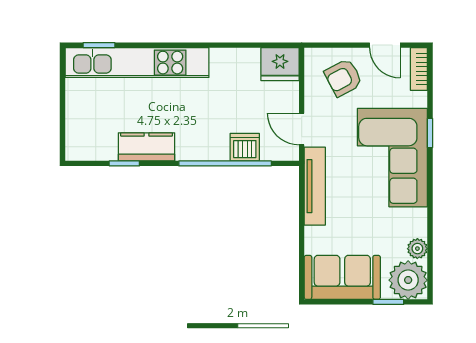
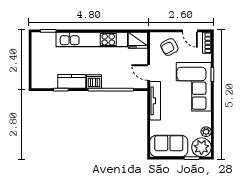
kitchen unit: (137, 63) -> (92, 40), moved
dishwasher: (245, 147) -> (94, 81), moved

